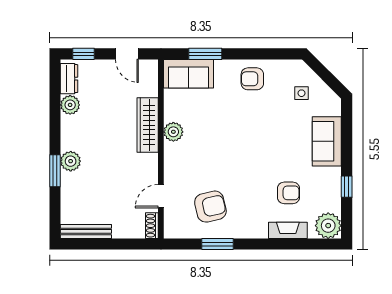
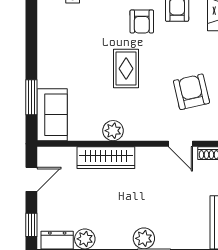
armchair: (252, 79) -> (142, 21), moved
rug: (233, 144) -> (126, 69), added

